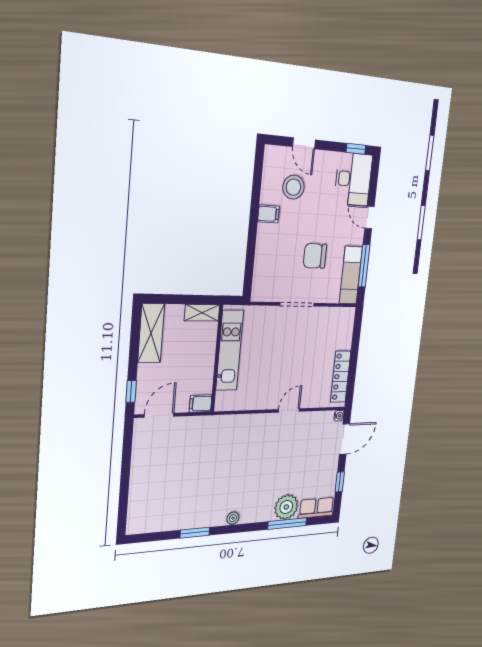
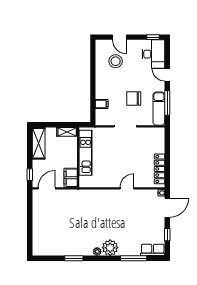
filing cabinet: (268, 214) -> (102, 104), moved
filing cabinet: (201, 404) -> (71, 178), width x2.00
plant: (286, 507) -> (110, 248), moved

